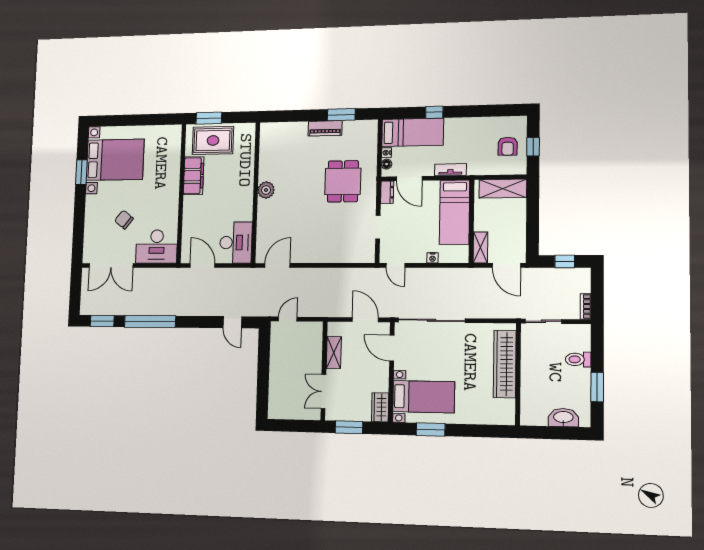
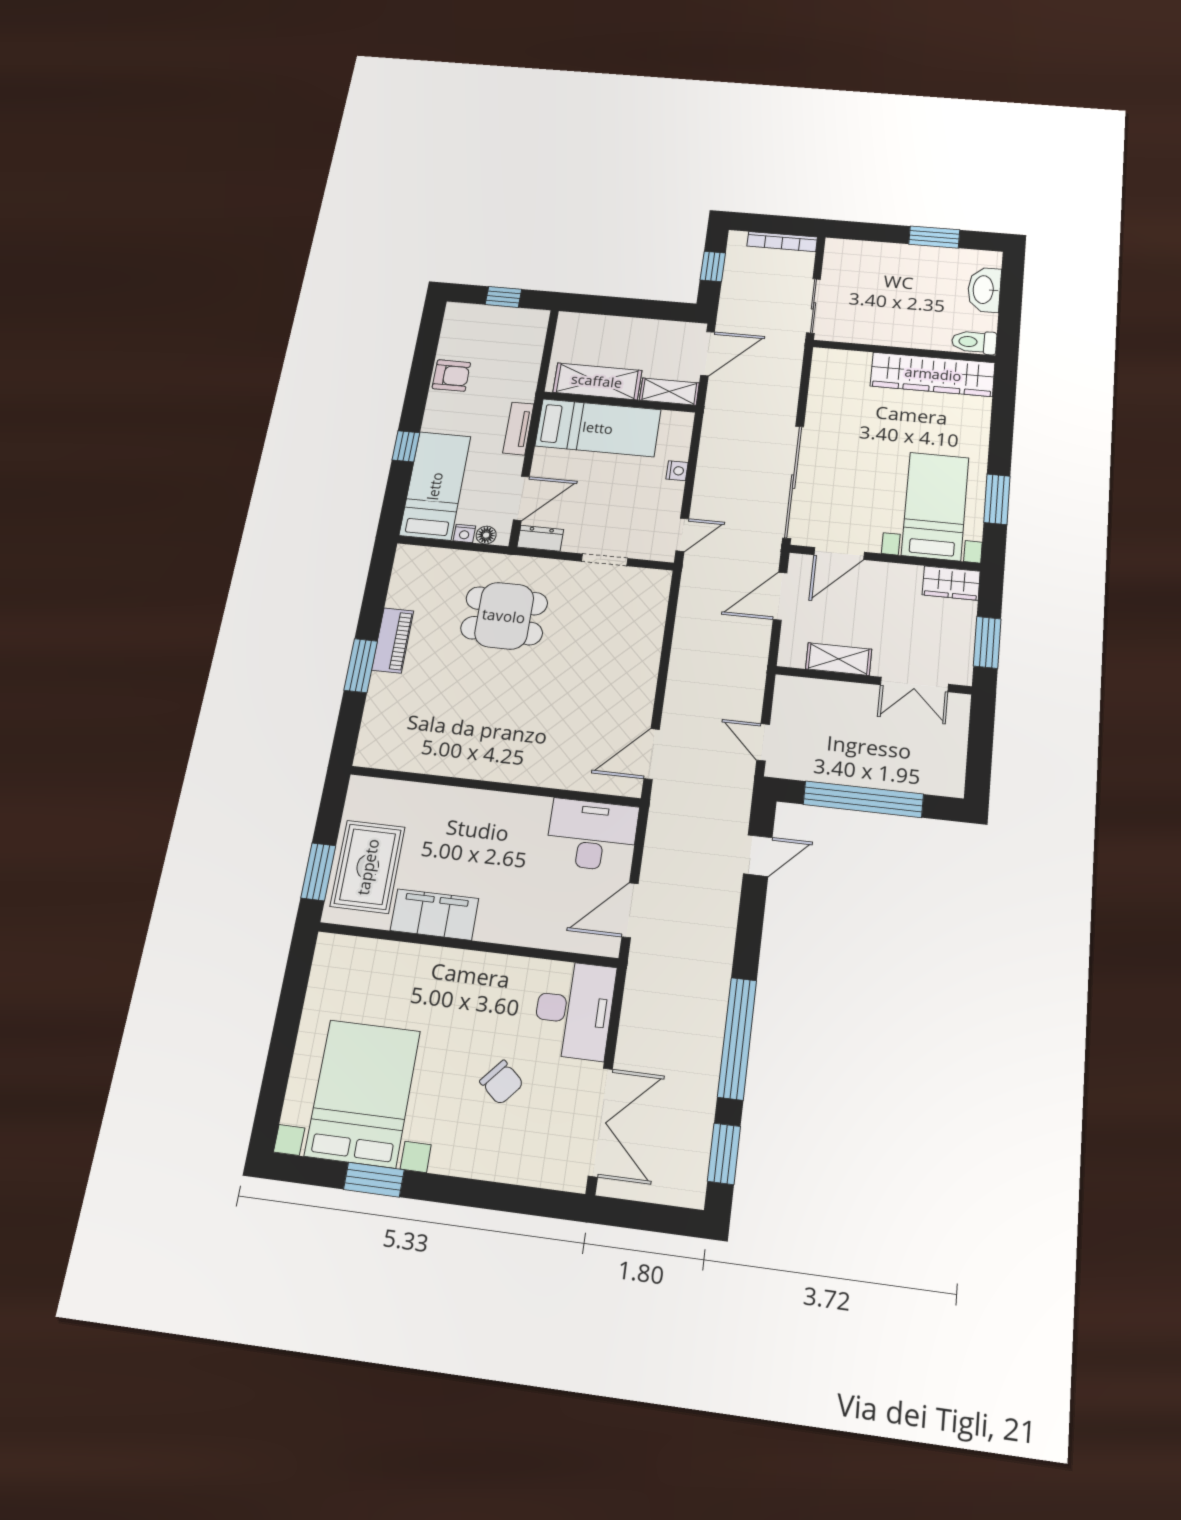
window: (341, 115) -> (361, 666), moved
armchair: (508, 146) -> (451, 375), moved
shelving: (503, 189) -> (597, 381), moved, turned 90
plant: (266, 190) -> (494, 765), removed
chair: (124, 220) -> (502, 1082), turned -87
door: (277, 265) -> (652, 754), hinge flipped
bookcase: (586, 306) -> (782, 242), width x1.56
toilet: (578, 359) -> (974, 342), moved, turned 90
wardrobe: (505, 364) -> (933, 374), moved
window: (263, 370) -> (863, 799), added

